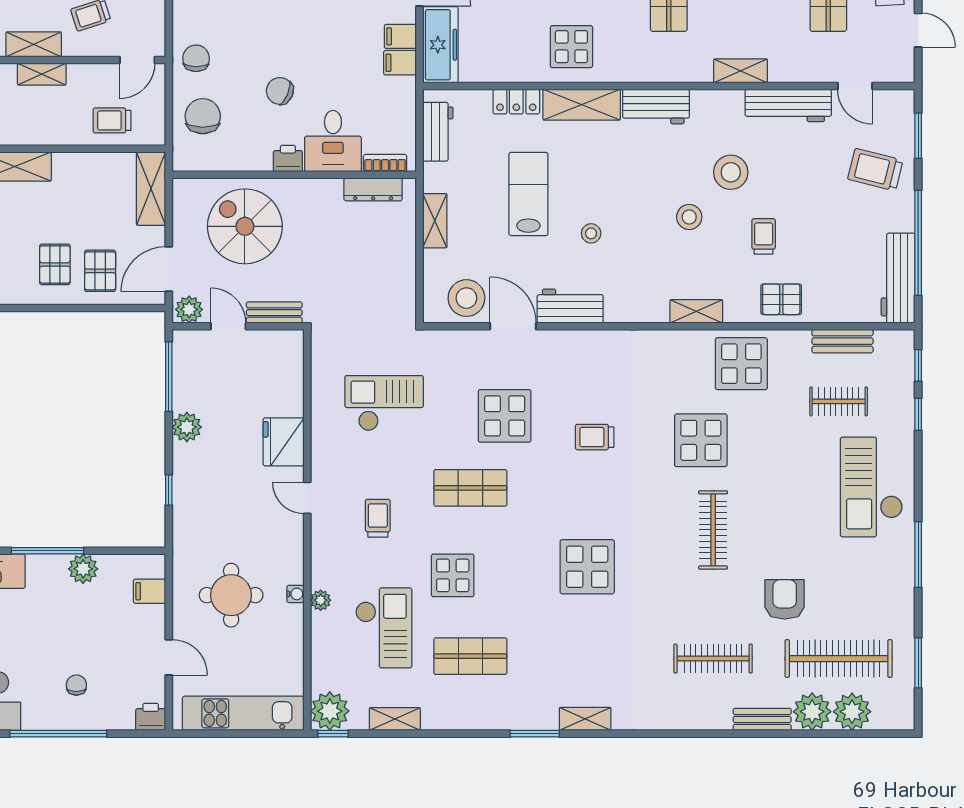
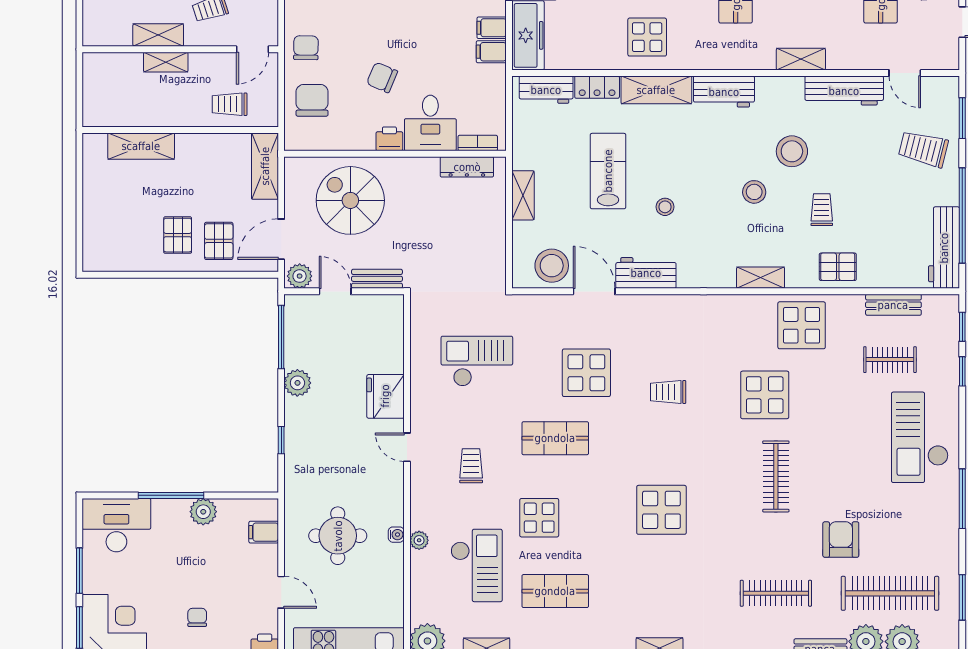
workbench: (438, 132) -> (546, 90), moved, turned 90

